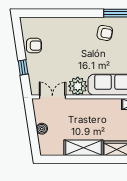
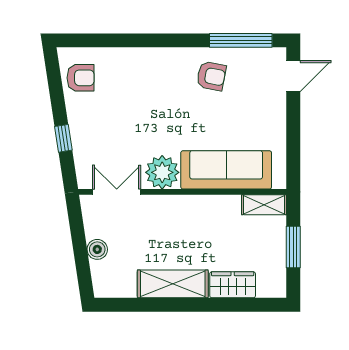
armchair: (34, 46) -> (81, 78), moved

